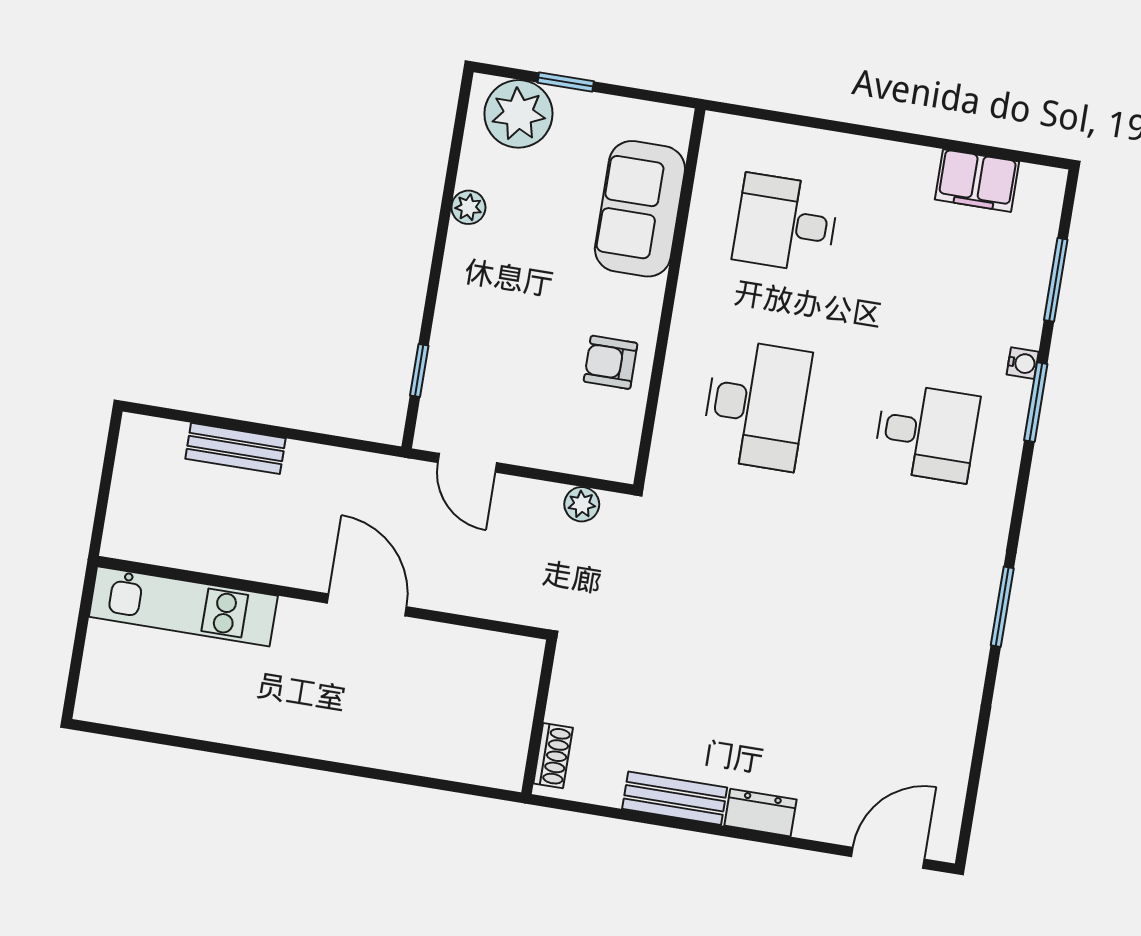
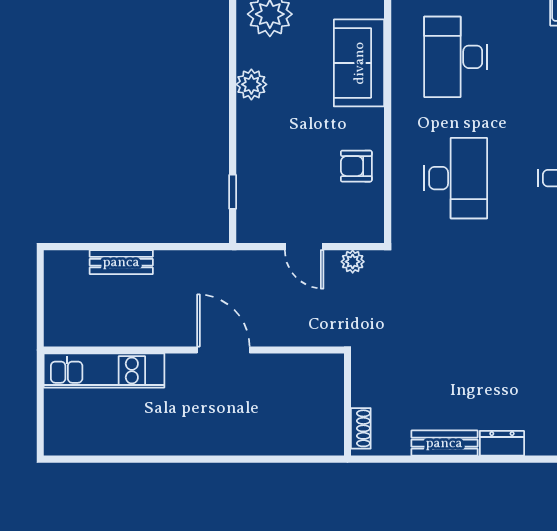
plant: (468, 207) -> (251, 84), width x1.38, depth x1.38
desk: (786, 223) -> (456, 57), width x1.37
door: (467, 463) -> (304, 247), moved

